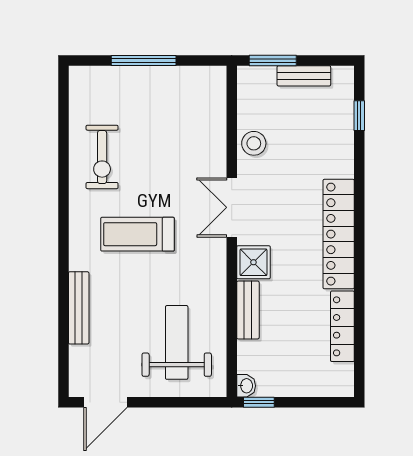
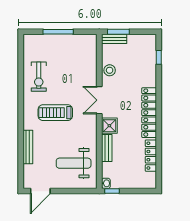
bench: (304, 76) -> (114, 39), moved
weight bench: (177, 342) -> (74, 163), turned -90

